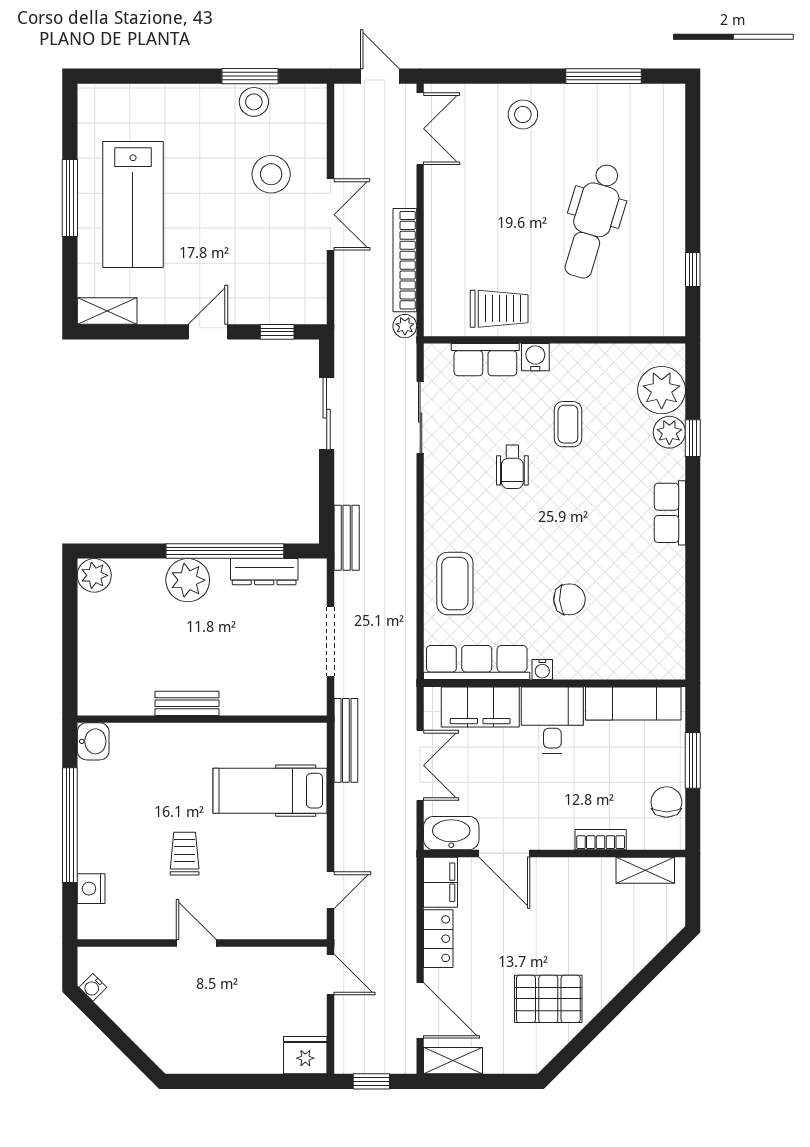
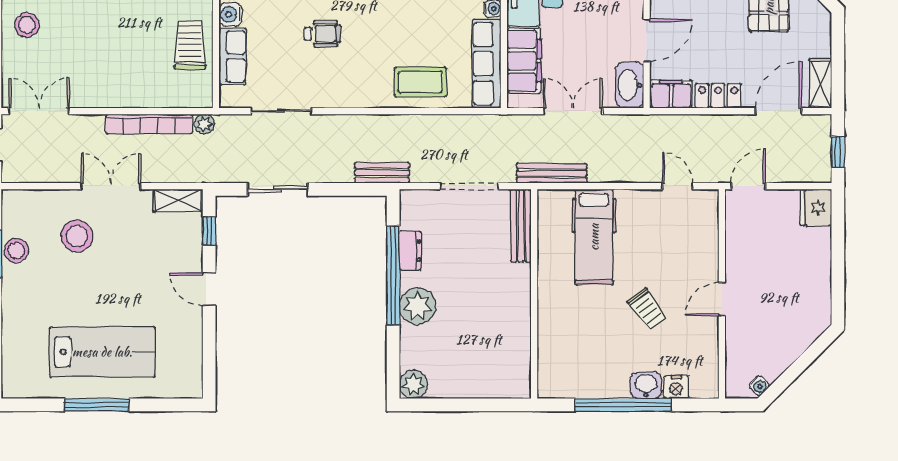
shelving: (107, 311) -> (178, 200), moved, turned 90
dresser: (264, 572) -> (410, 251), width x0.70
bench: (187, 703) -> (521, 226), moved, width x1.36
washbasin: (93, 741) -> (646, 385), moved
trolley: (185, 854) -> (647, 309), turned -127

